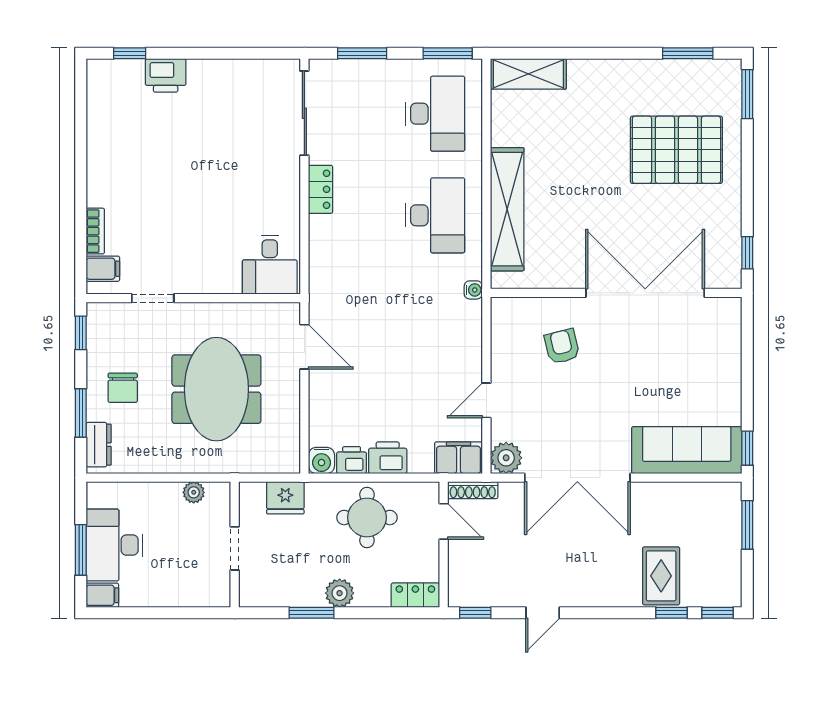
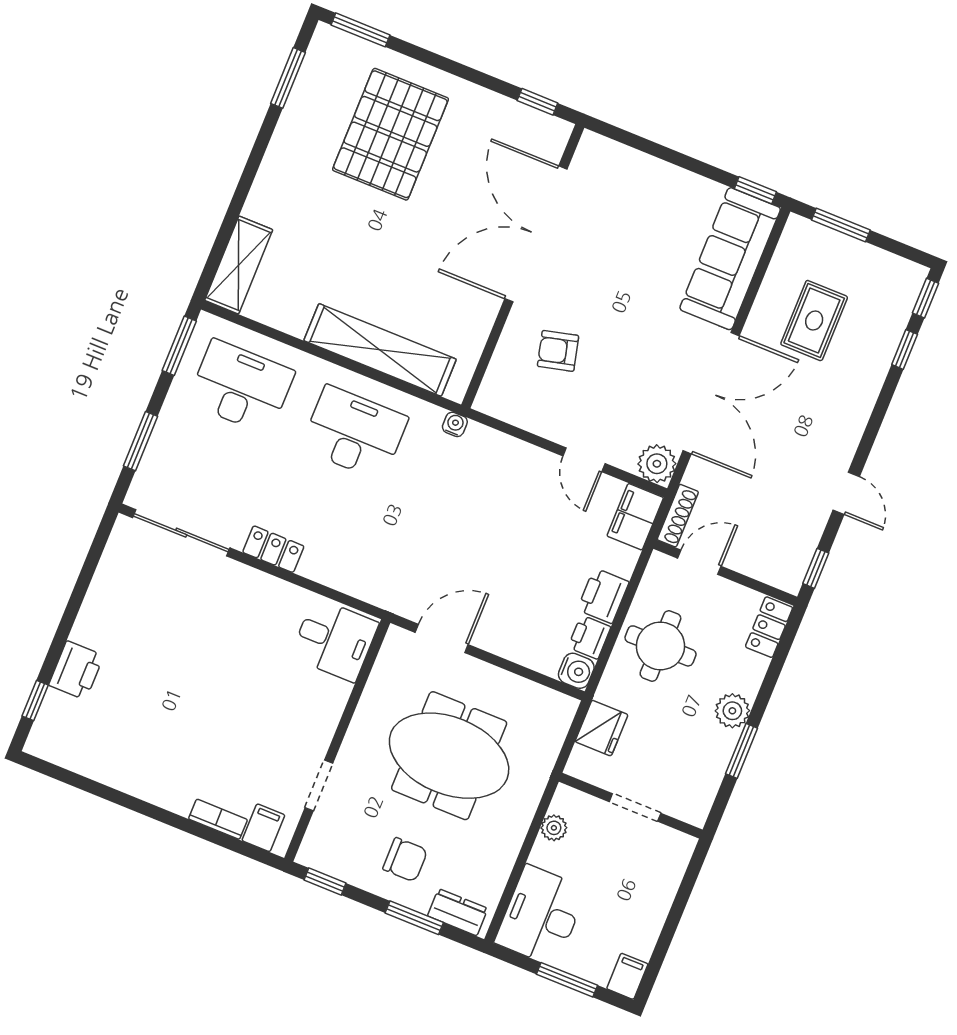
desk: (114, 545) -> (541, 916), moved, turned 90
rug: (661, 576) -> (814, 321), moved, turned 90

